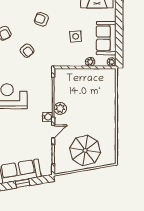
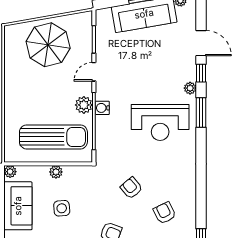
plant: (90, 62) -> (56, 172), moved
sun lounger: (81, 86) -> (53, 137), added
water cooler: (47, 117) -> (102, 108), moved

